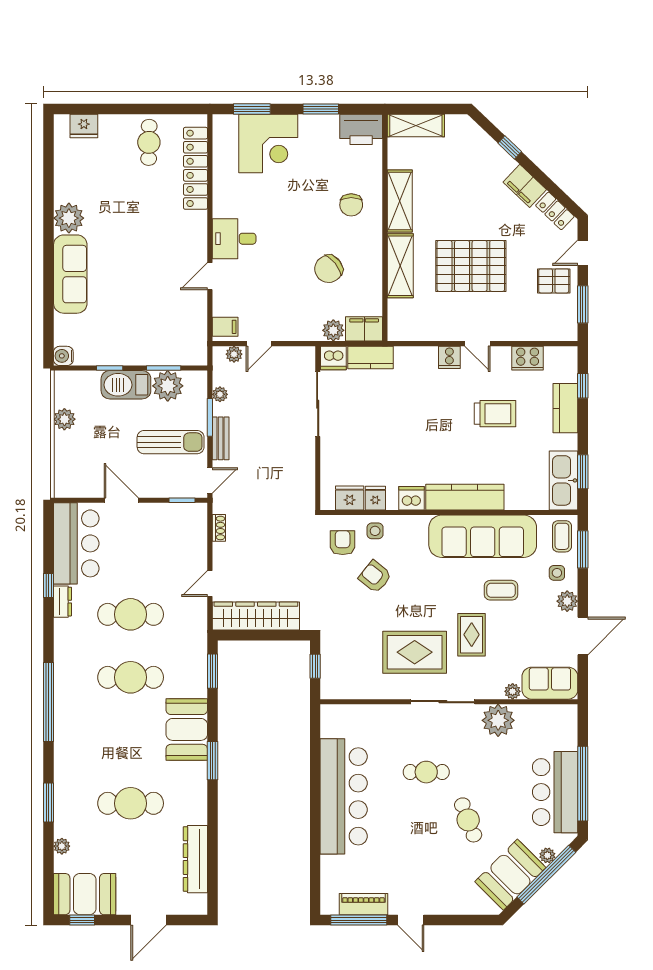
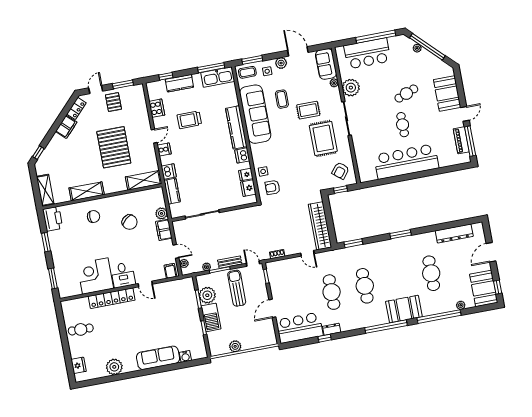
corner desk: (268, 143) -> (95, 276), moved, turned -90
window: (510, 147) -> (38, 153), moved
locker: (196, 168) -> (112, 298), moved
plant: (69, 218) -> (114, 367), moved
door: (583, 253) -> (96, 90), swing flipped
shelving: (400, 266) -> (144, 180), moved
filing cabinet: (364, 329) -> (164, 230), moved
water cooler: (63, 356) -> (185, 356), moved
dishwasher: (333, 358) -> (169, 171), moved
trolley: (495, 414) -> (189, 120), turned -90
window: (583, 472) -> (211, 68), width x1.44
armchair: (375, 577) -> (341, 171), moved
booth: (187, 729) -> (404, 309), moved
cafe table: (426, 772) -> (403, 125), moved
bar counter: (555, 792) -> (367, 53), moved
window: (49, 803) -> (439, 317), width x2.11
booth: (510, 875) -> (447, 93), moved, turned 45
door: (148, 920) -> (491, 252), swing flipped

